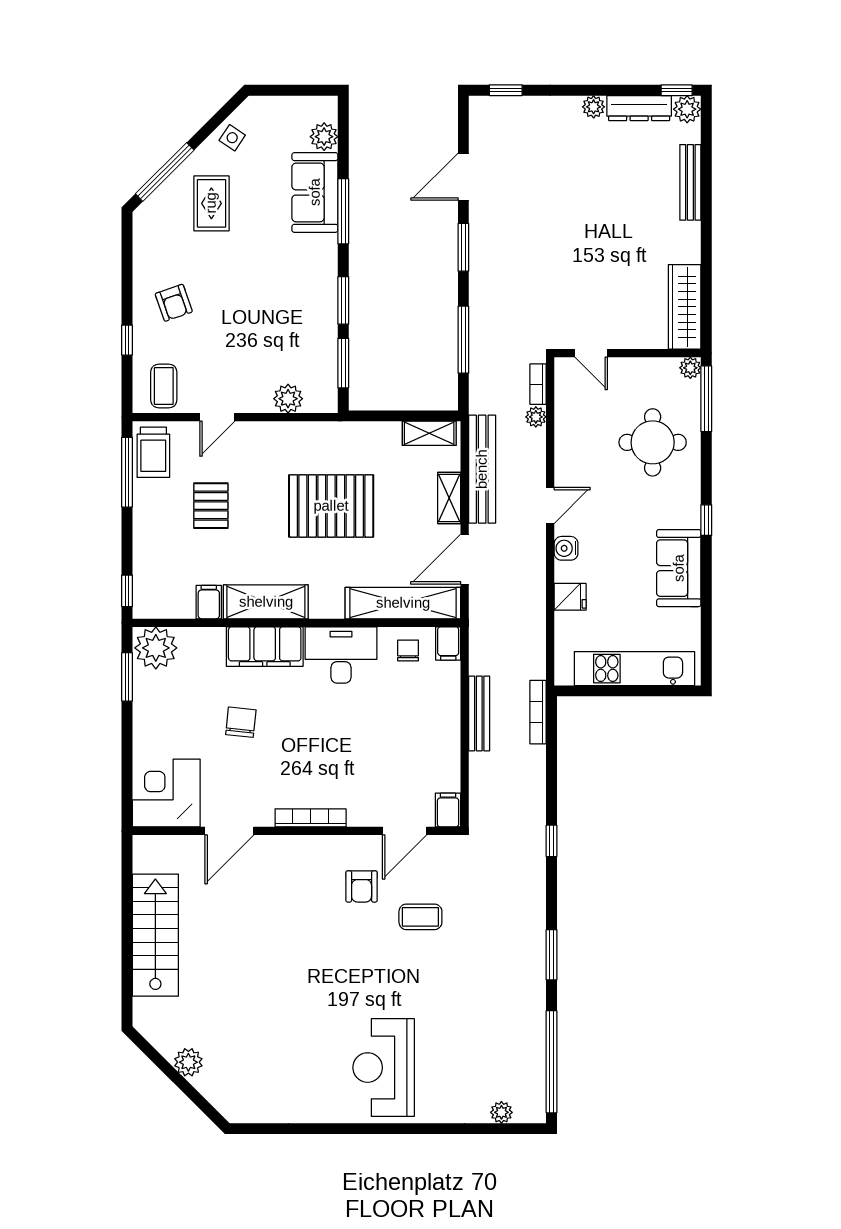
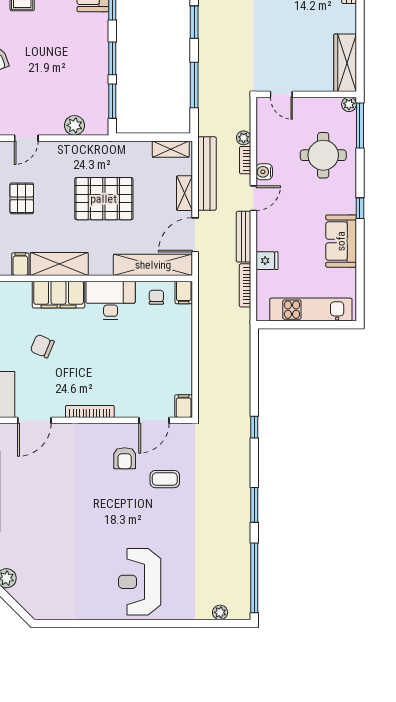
bookcase: (538, 384) -> (245, 160), moved
water cooler: (566, 548) -> (264, 172), moved
bookcase: (538, 712) -> (245, 285), moved
bench: (479, 713) -> (243, 237), moved
chair: (241, 722) -> (42, 346), turned -73

